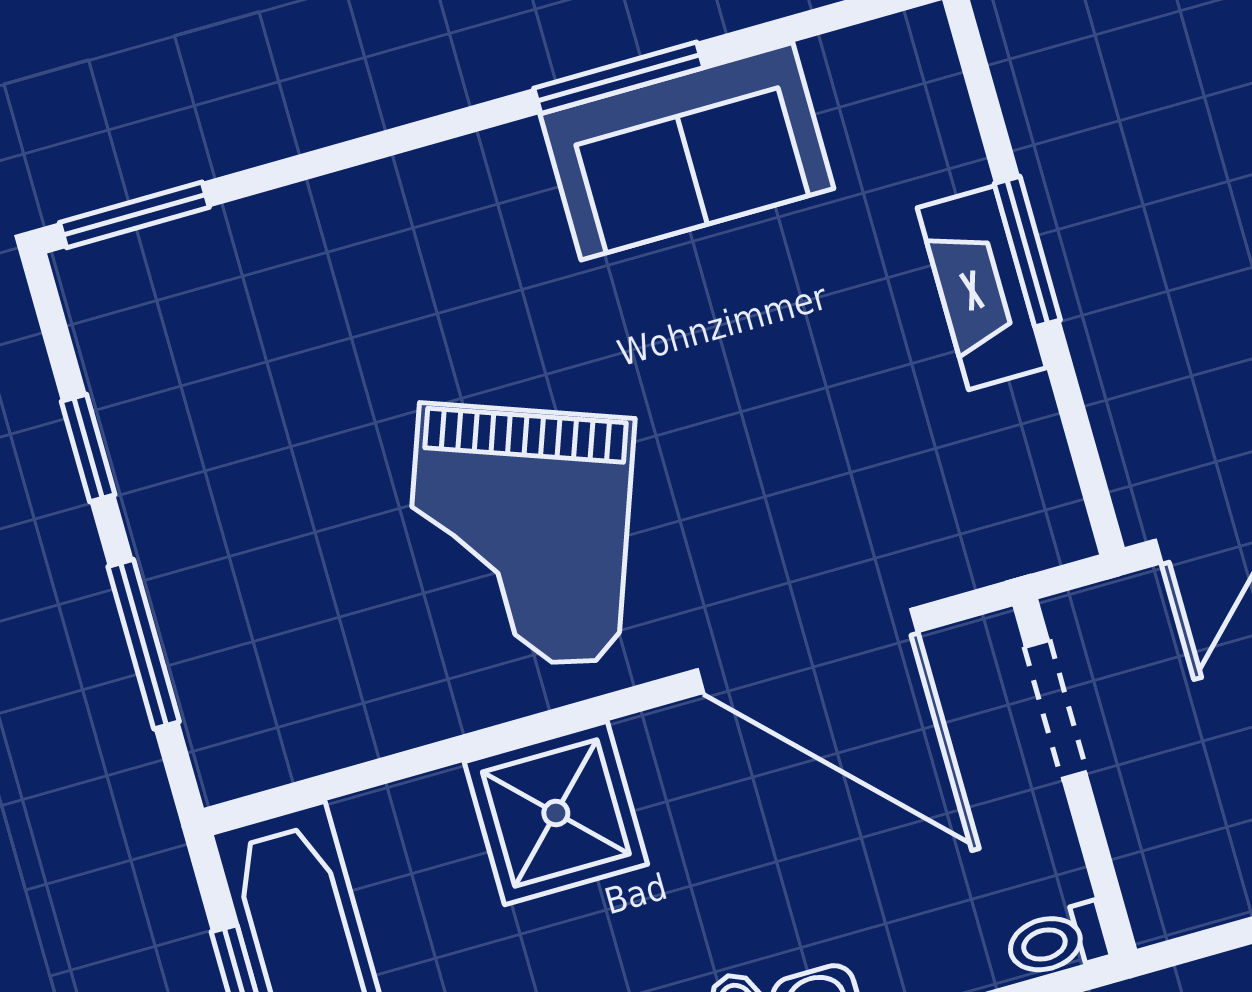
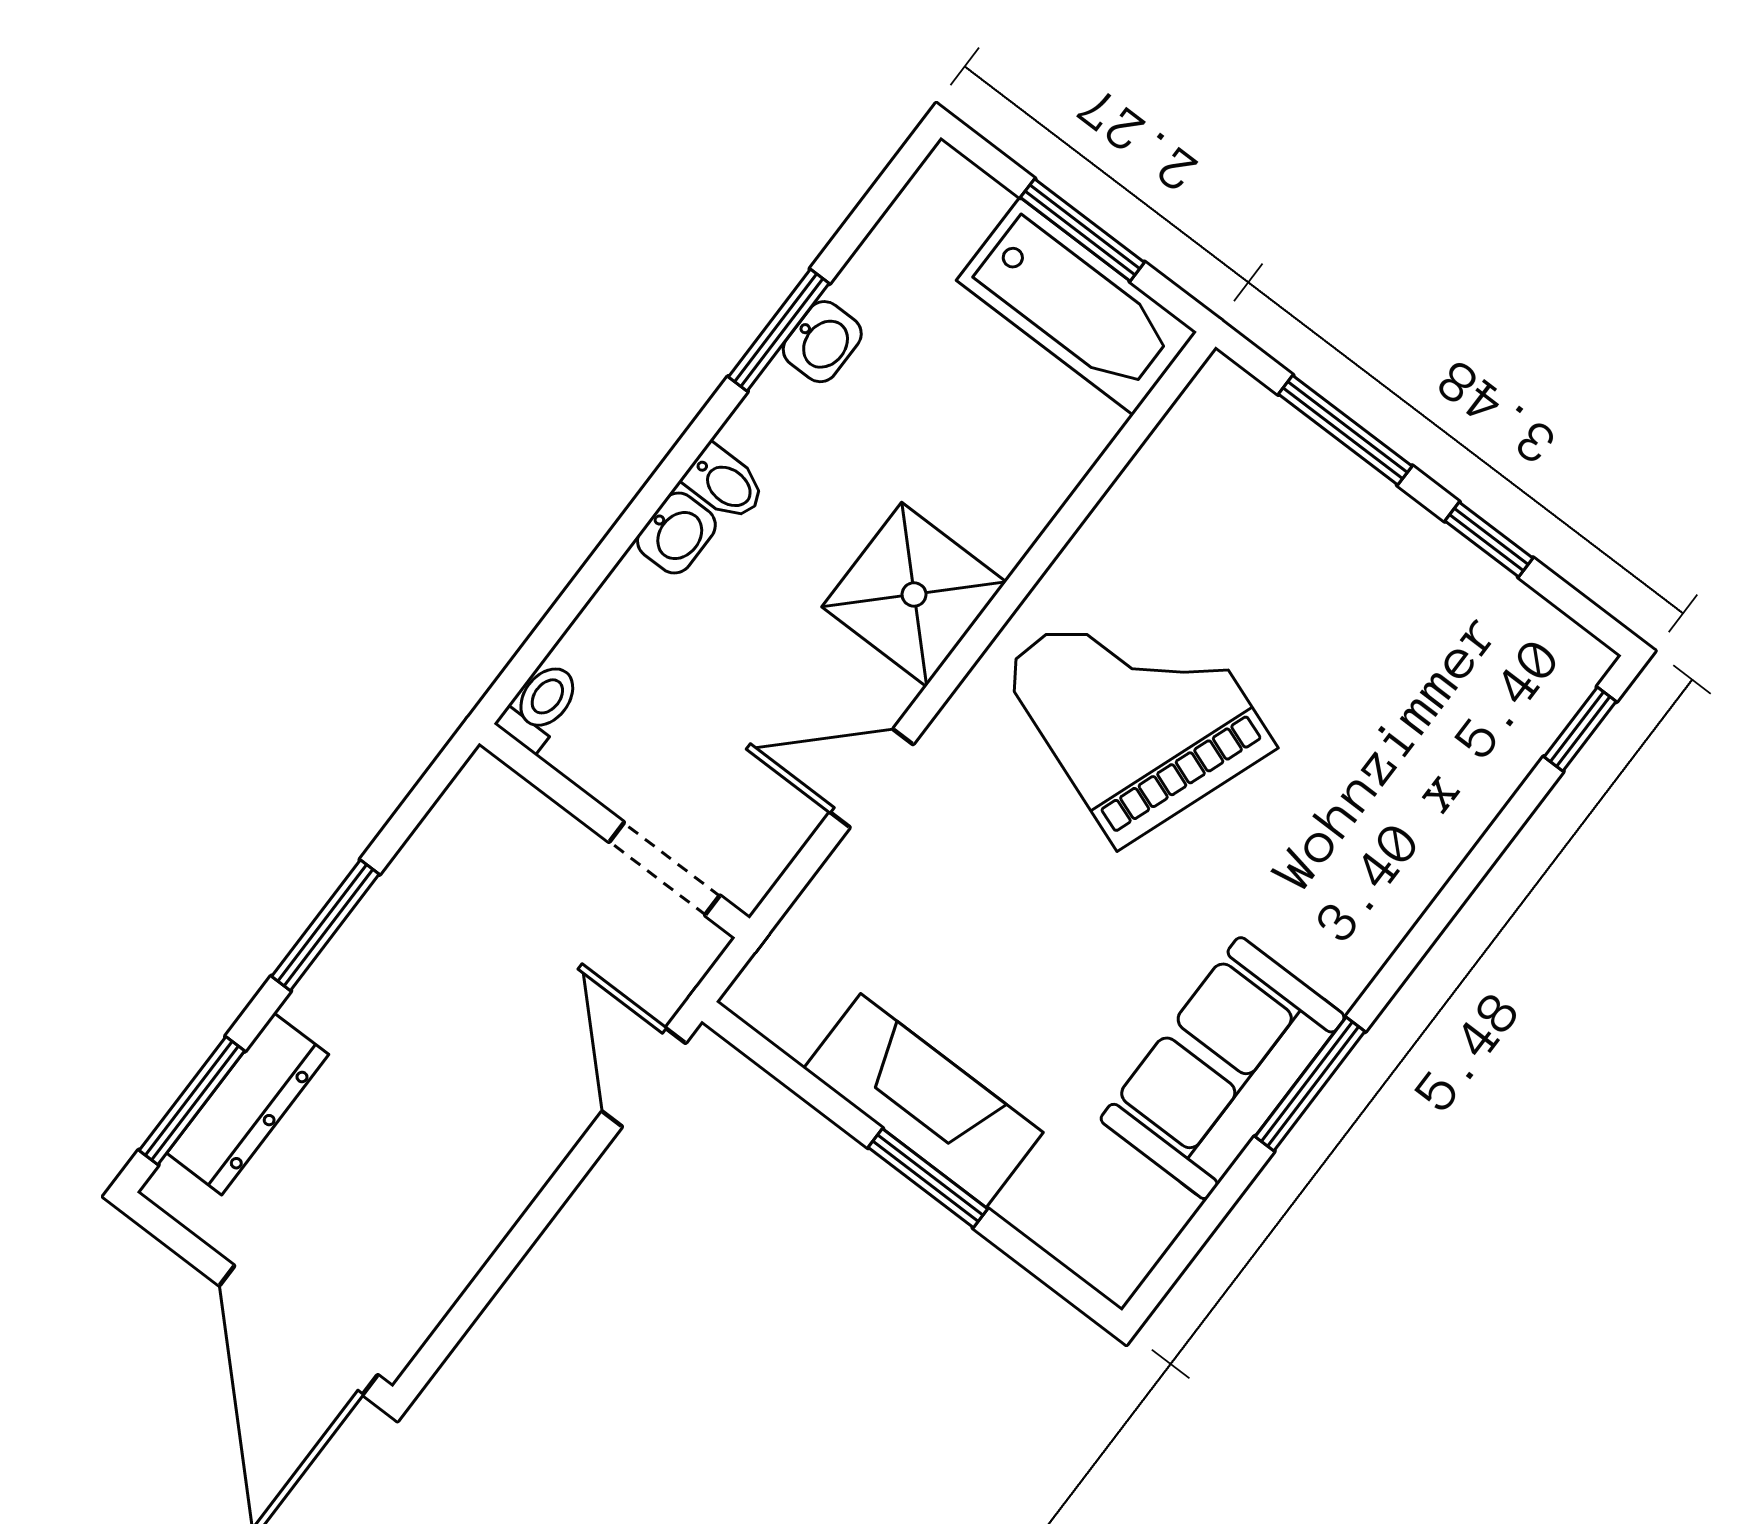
window: (134, 215) -> (1580, 729), width x0.67
fireplace: (982, 288) -> (923, 1100), width x1.37, depth x1.32
door: (807, 651) -> (872, 778), width x0.53
shower: (556, 813) -> (914, 594), moved

